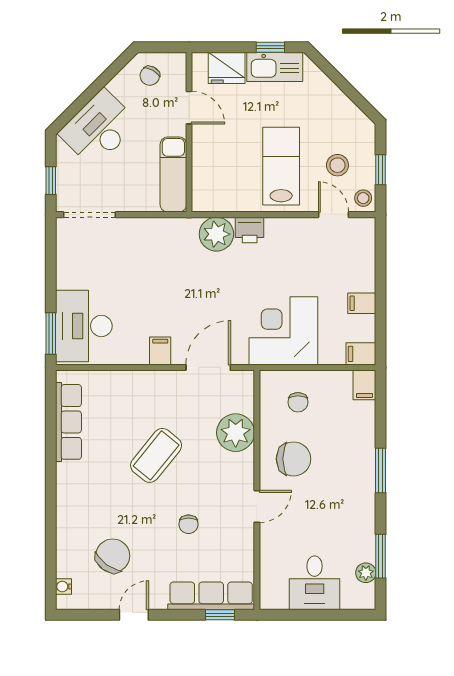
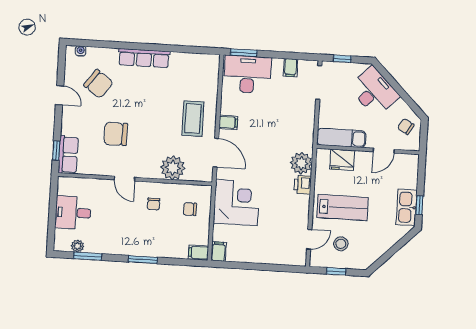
fridge: (227, 68) -> (342, 160), moved, turned -90
stool: (363, 198) -> (319, 259), removed
filing cabinet: (362, 303) -> (291, 68), moved, turned 180
row of seats: (68, 422) -> (144, 58), moved
coffee table: (156, 455) -> (193, 119), moved, turned 51
chair: (294, 459) -> (154, 204), width x0.54, depth x0.54
chair: (189, 524) -> (116, 134), width x1.87, depth x1.87
row of seats: (211, 596) -> (68, 155), width x0.68

